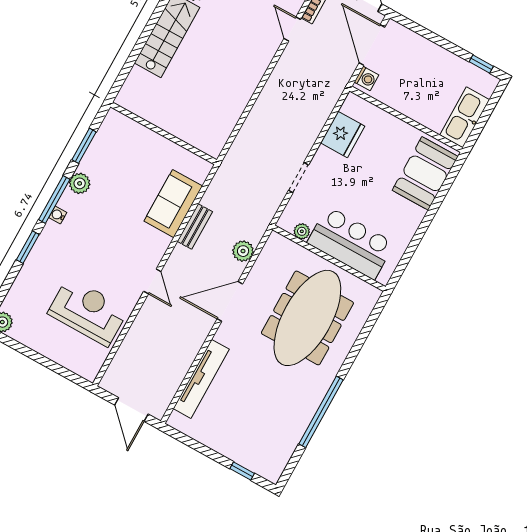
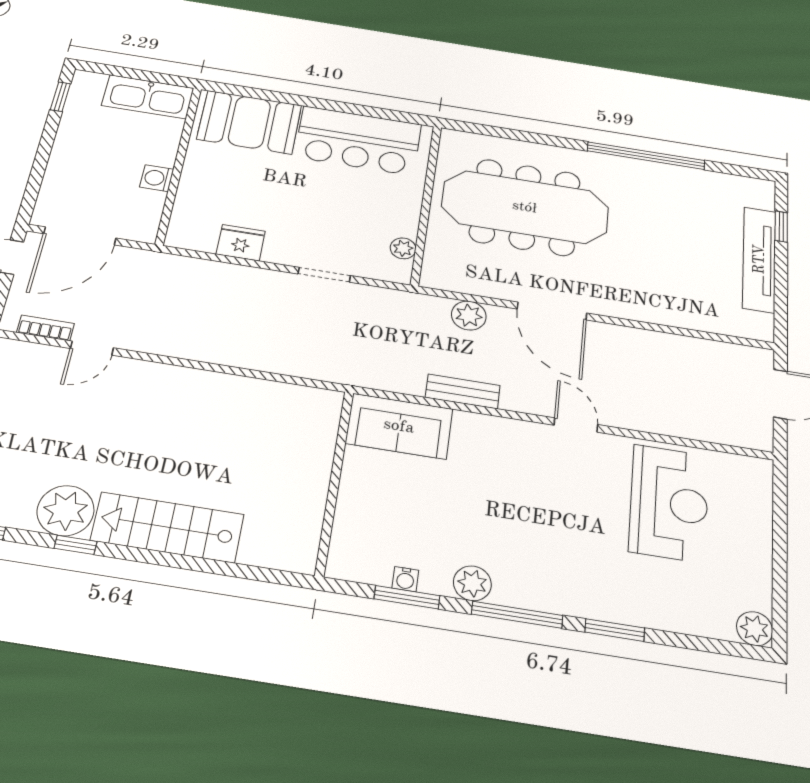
washing machine: (366, 79) -> (157, 178), moved, turned -90
fridge: (343, 135) -> (241, 243), width x0.73, depth x0.75
sofa: (173, 204) -> (399, 426), moved
water cooler: (58, 215) -> (405, 579), moved
bar counter: (351, 243) -> (358, 141), moved, turned -90
door: (152, 281) -> (576, 425), hinge flipped
reception desk: (88, 311) -> (669, 503), turned 180
tv unit: (201, 379) -> (759, 259), moved, turned -90

